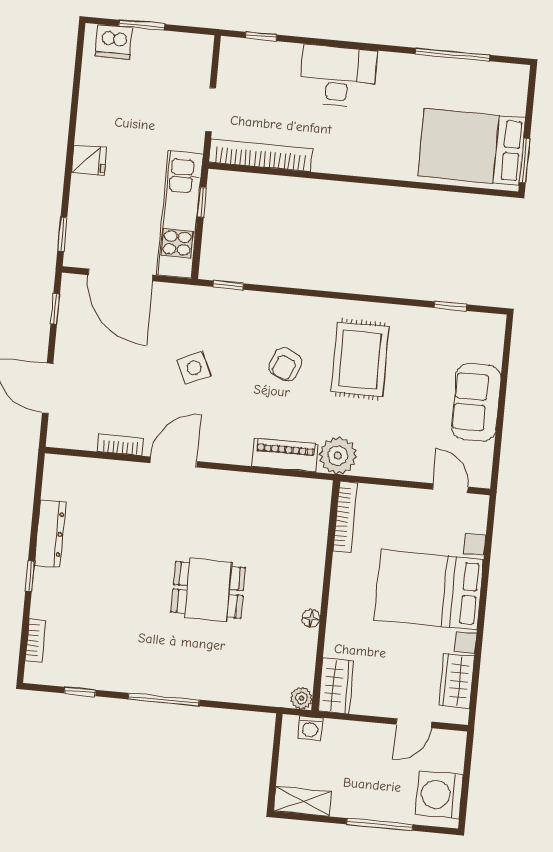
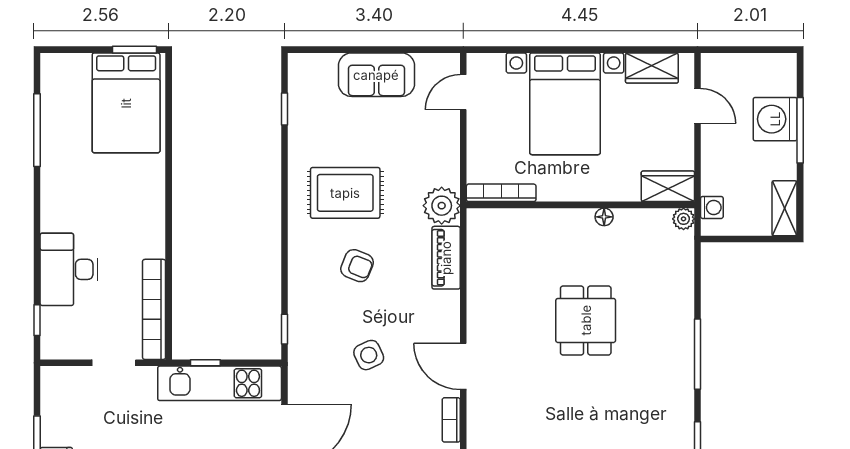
desk: (338, 76) -> (69, 269), moved
washing machine: (439, 795) -> (775, 119), moved, turned 90

